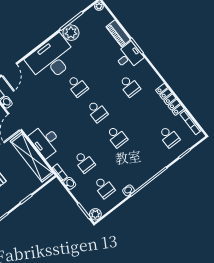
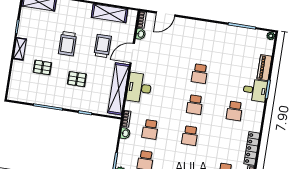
plant: (71, 33) -> (233, 34), removed
desk: (52, 59) -> (202, 37), removed

